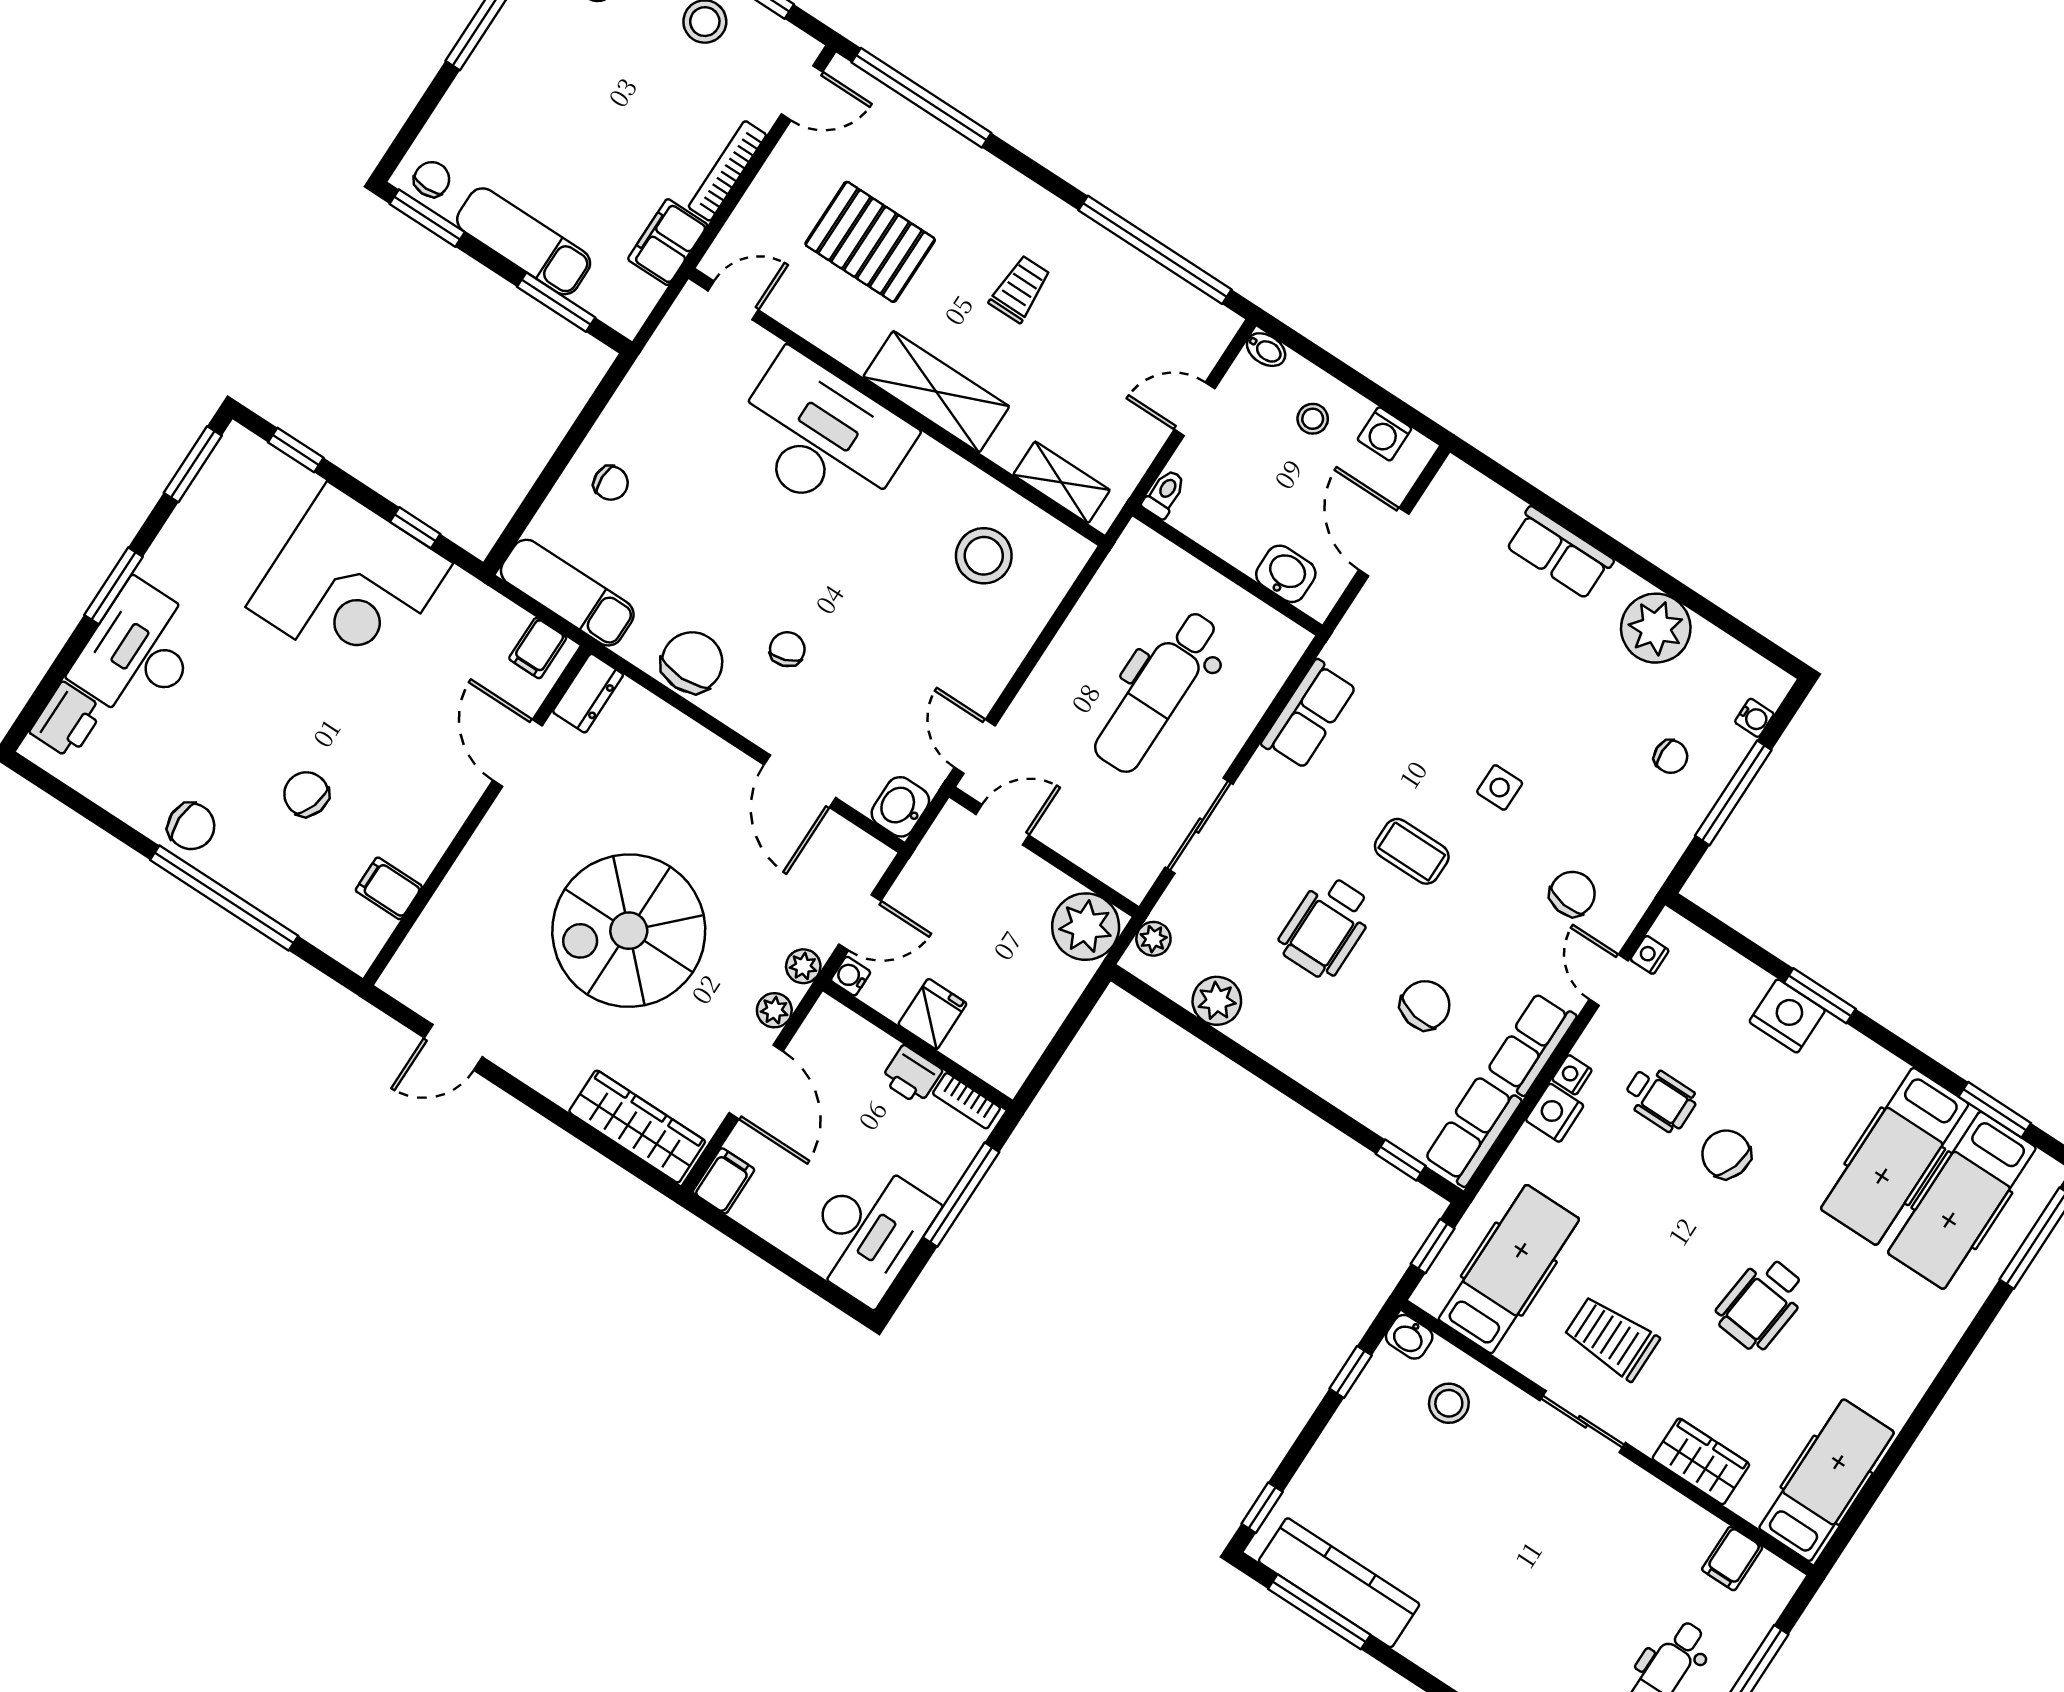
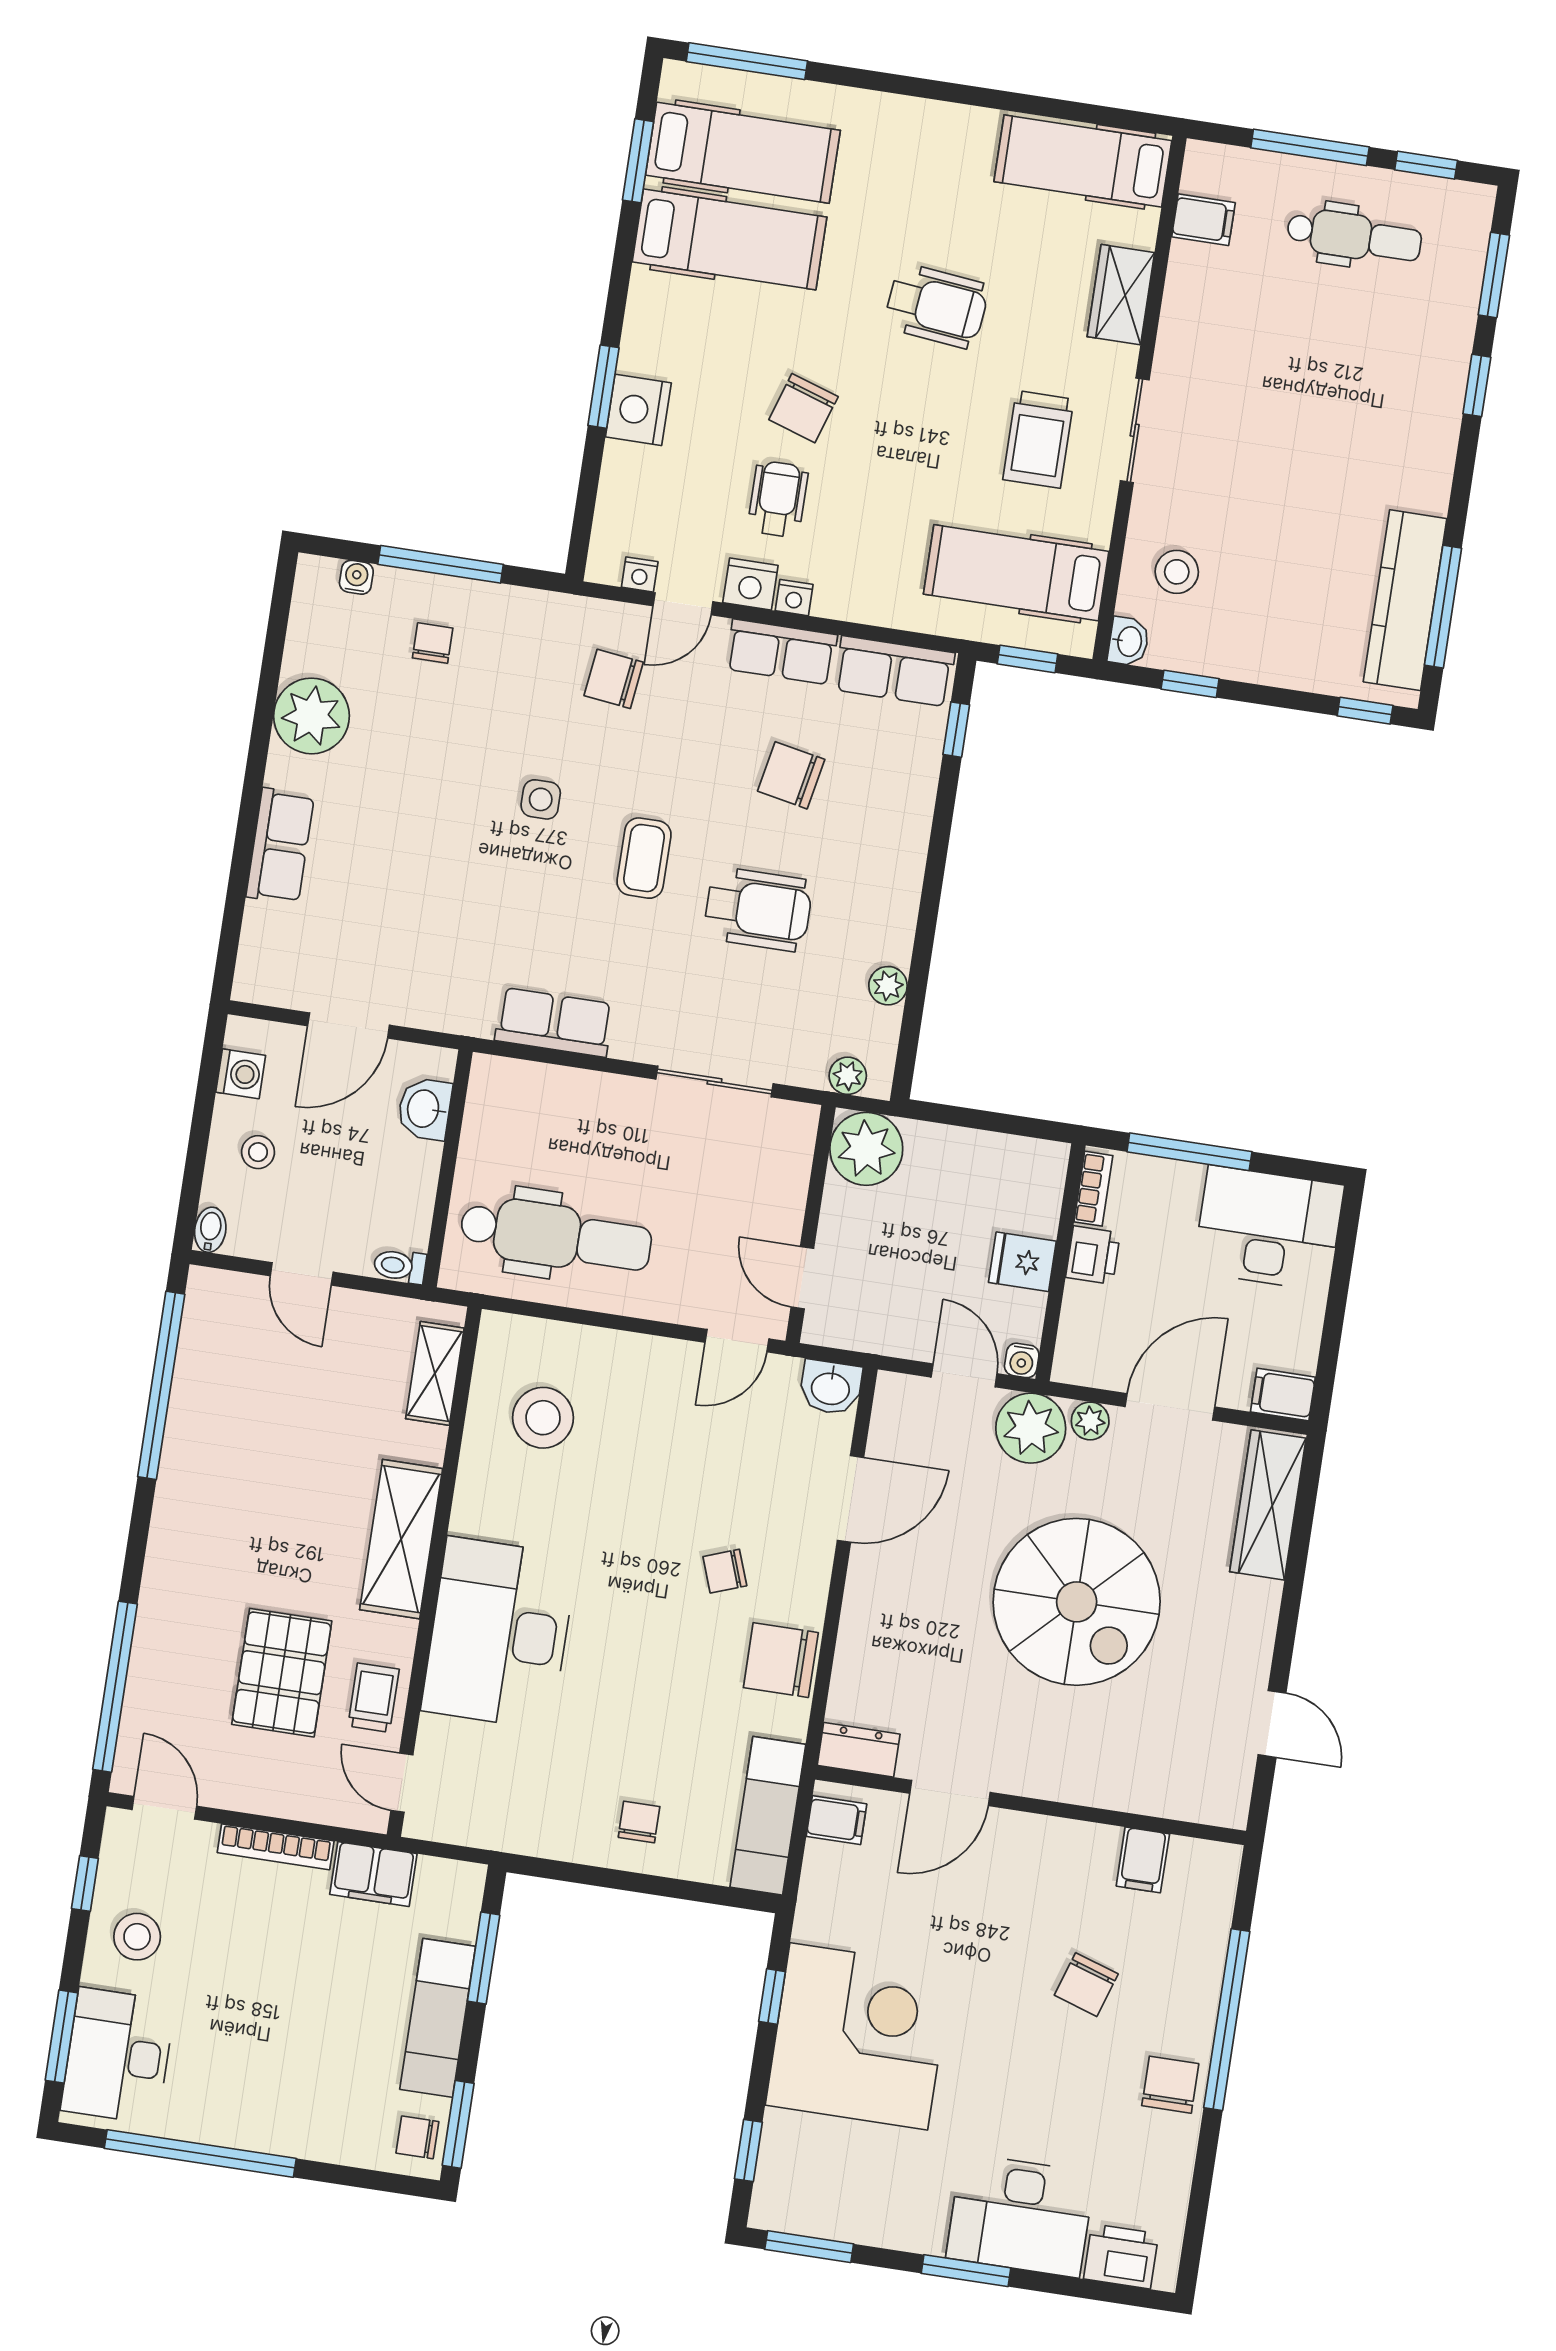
trolley: (1020, 289) -> (374, 1698), moved, turned 90
dental chair: (1157, 691) -> (556, 1236), moved
plant: (803, 966) -> (1031, 1428), width x1.88, depth x1.88
plant: (1217, 1001) -> (888, 986), width x0.73, depth x0.73
nightstand: (1555, 1113) -> (750, 584), moved

